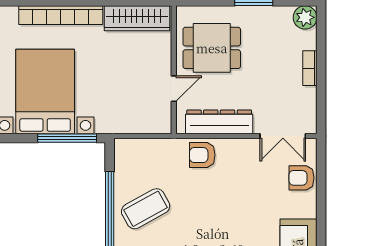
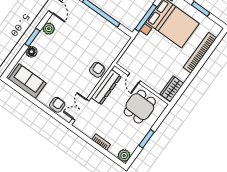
wardrobe: (137, 18) -> (172, 89), width x0.67
coffee table: (146, 209) -> (92, 29), removed

